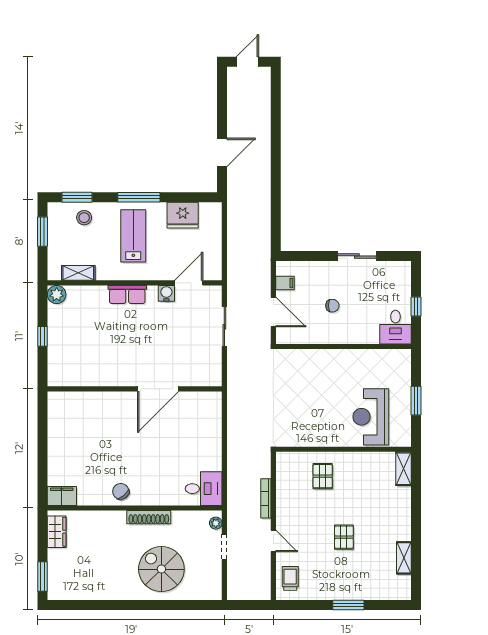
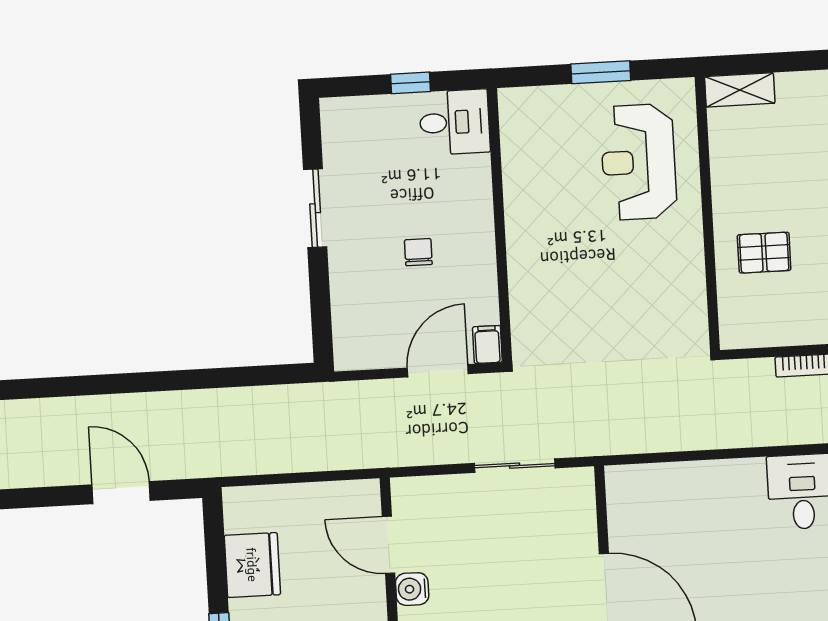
filing cabinet: (285, 283) -> (487, 344), moved
sliding door: (224, 327) -> (515, 466), moved
reception desk: (371, 417) -> (639, 162), turned 90

